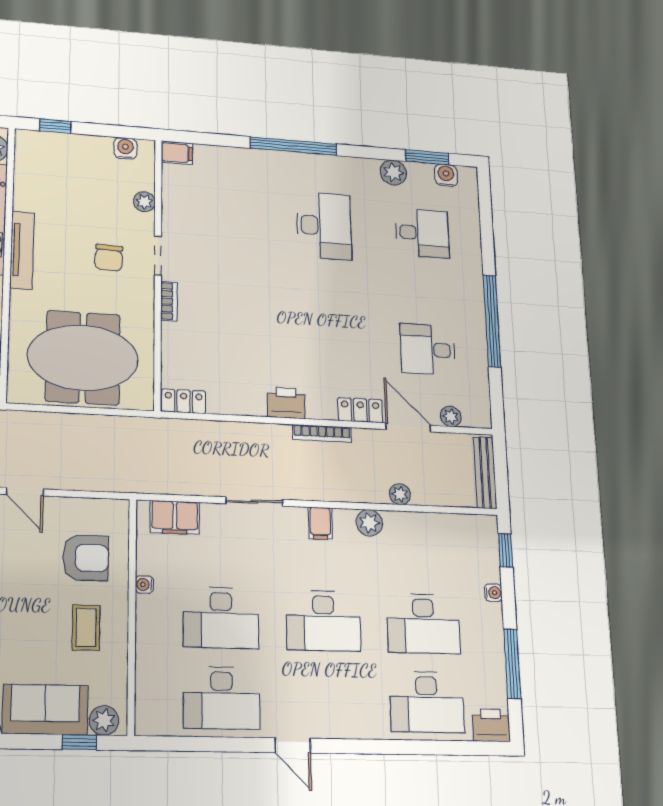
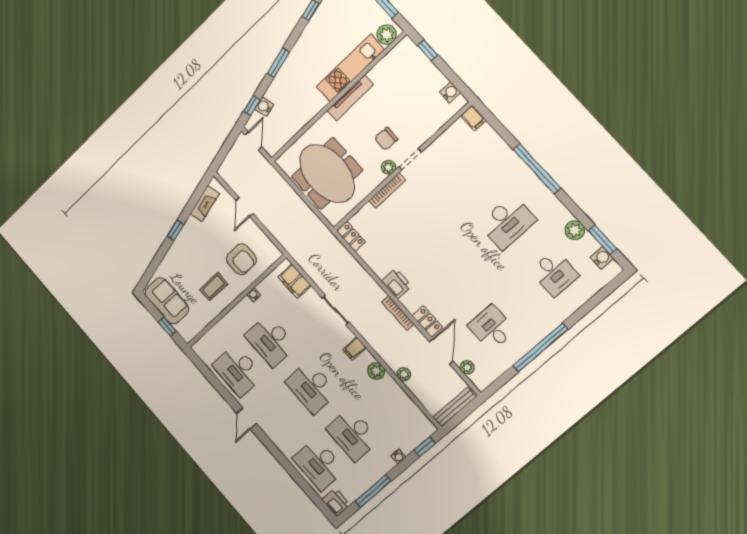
plant: (144, 202) -> (388, 167), moved
bookcase: (169, 301) -> (387, 191), width x1.56
plant: (104, 720) -> (185, 329), removed

